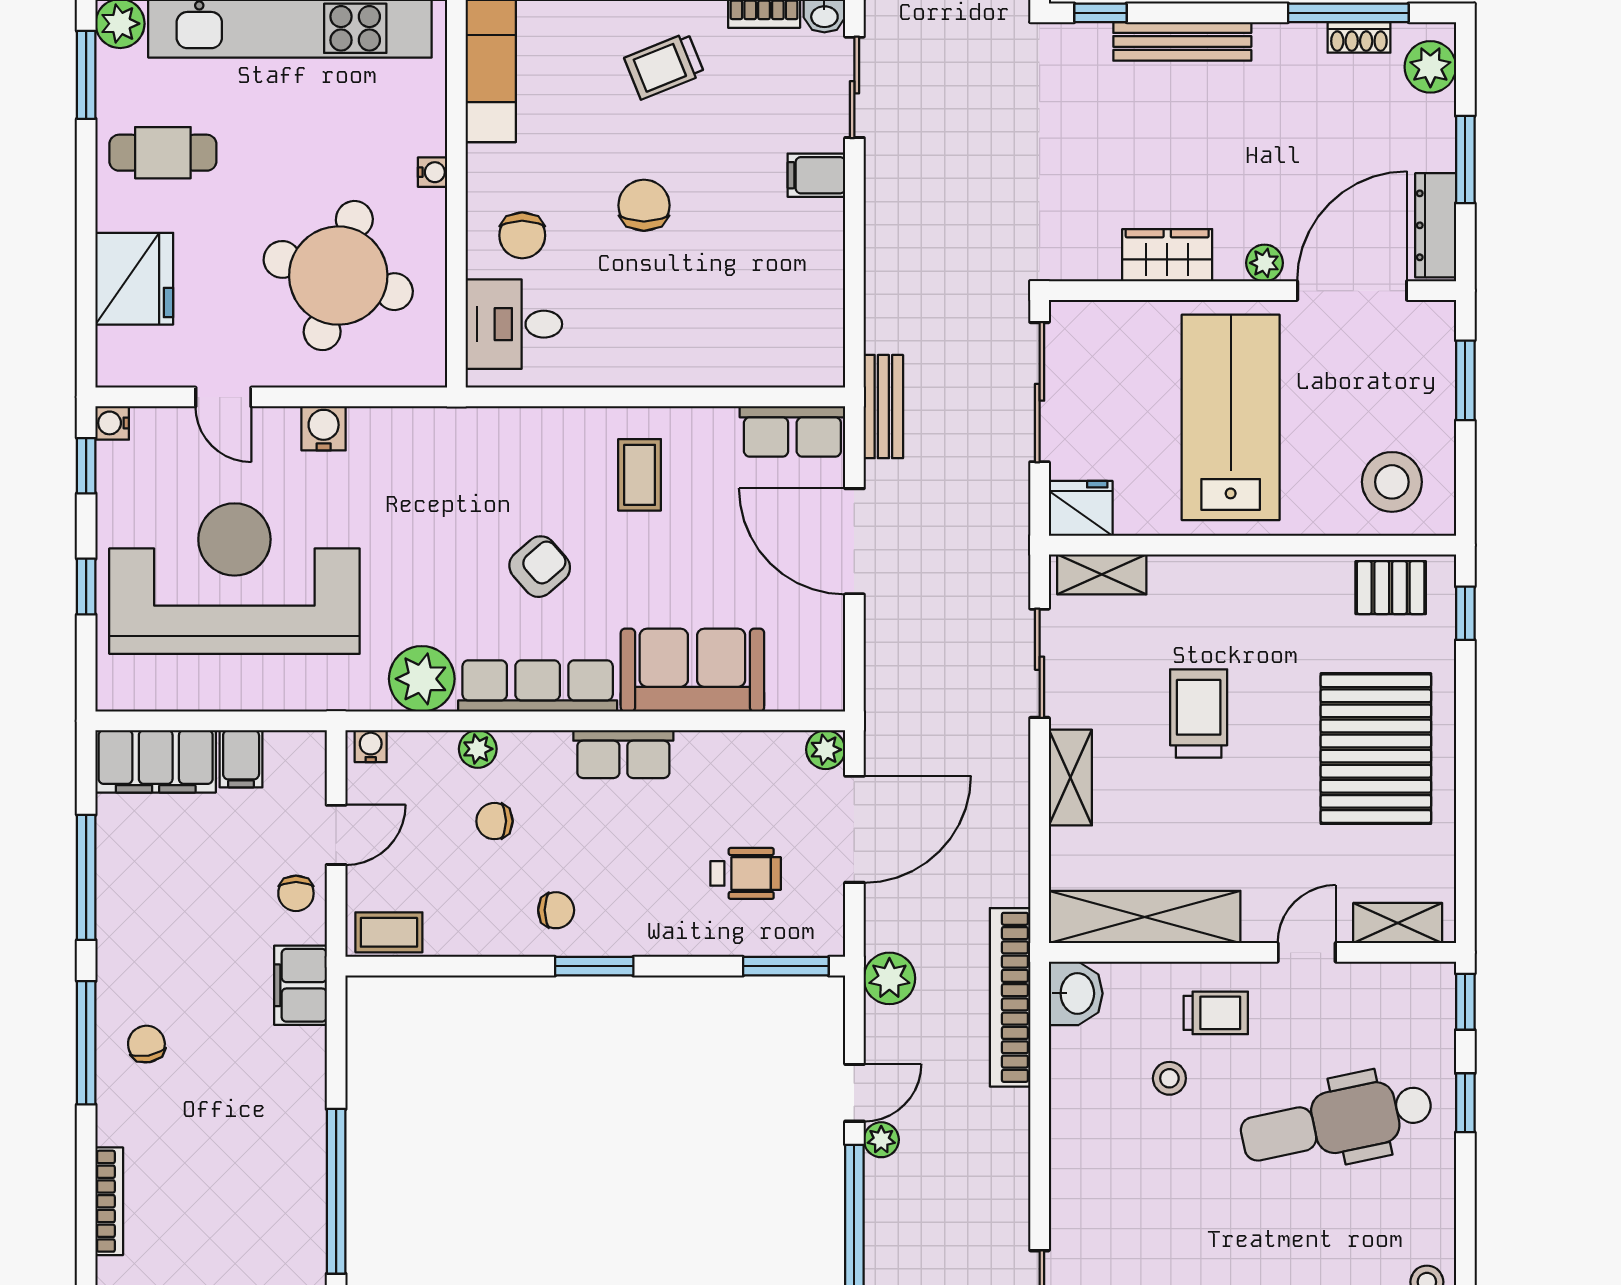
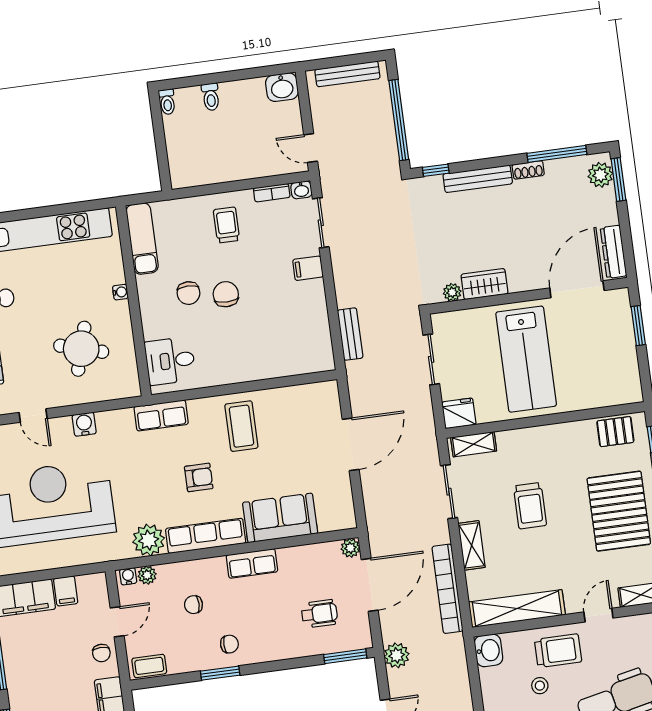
shoe rack: (1359, 37) -> (528, 170), moved
trolley: (664, 66) -> (227, 225), turned 112
window: (1465, 160) -> (618, 179), moved
chair: (522, 235) -> (188, 293), moved
plant: (1264, 263) -> (452, 292), moved
round table: (338, 276) -> (81, 349), width x0.73, depth x0.73
sliding door: (1040, 392) -> (431, 359), width x0.73
bench: (883, 407) -> (350, 334), moved
lab bench: (1231, 417) -> (526, 359), turned 180
row of seats: (792, 431) -> (161, 415), moved
coffee table: (640, 475) -> (241, 426), width x1.36, depth x1.30
stool: (1392, 482) -> (609, 380), removed
door: (854, 541) -> (351, 444), swing flipped
armchair: (540, 567) -> (199, 477), turned 41
trolley: (1199, 714) -> (530, 506), turned 180
plant: (478, 749) -> (147, 575), moved
window: (594, 966) -> (220, 673), moved
bookcase: (1010, 997) -> (448, 589), moved
trolley: (1216, 1013) -> (558, 651), width x1.36, depth x1.39

